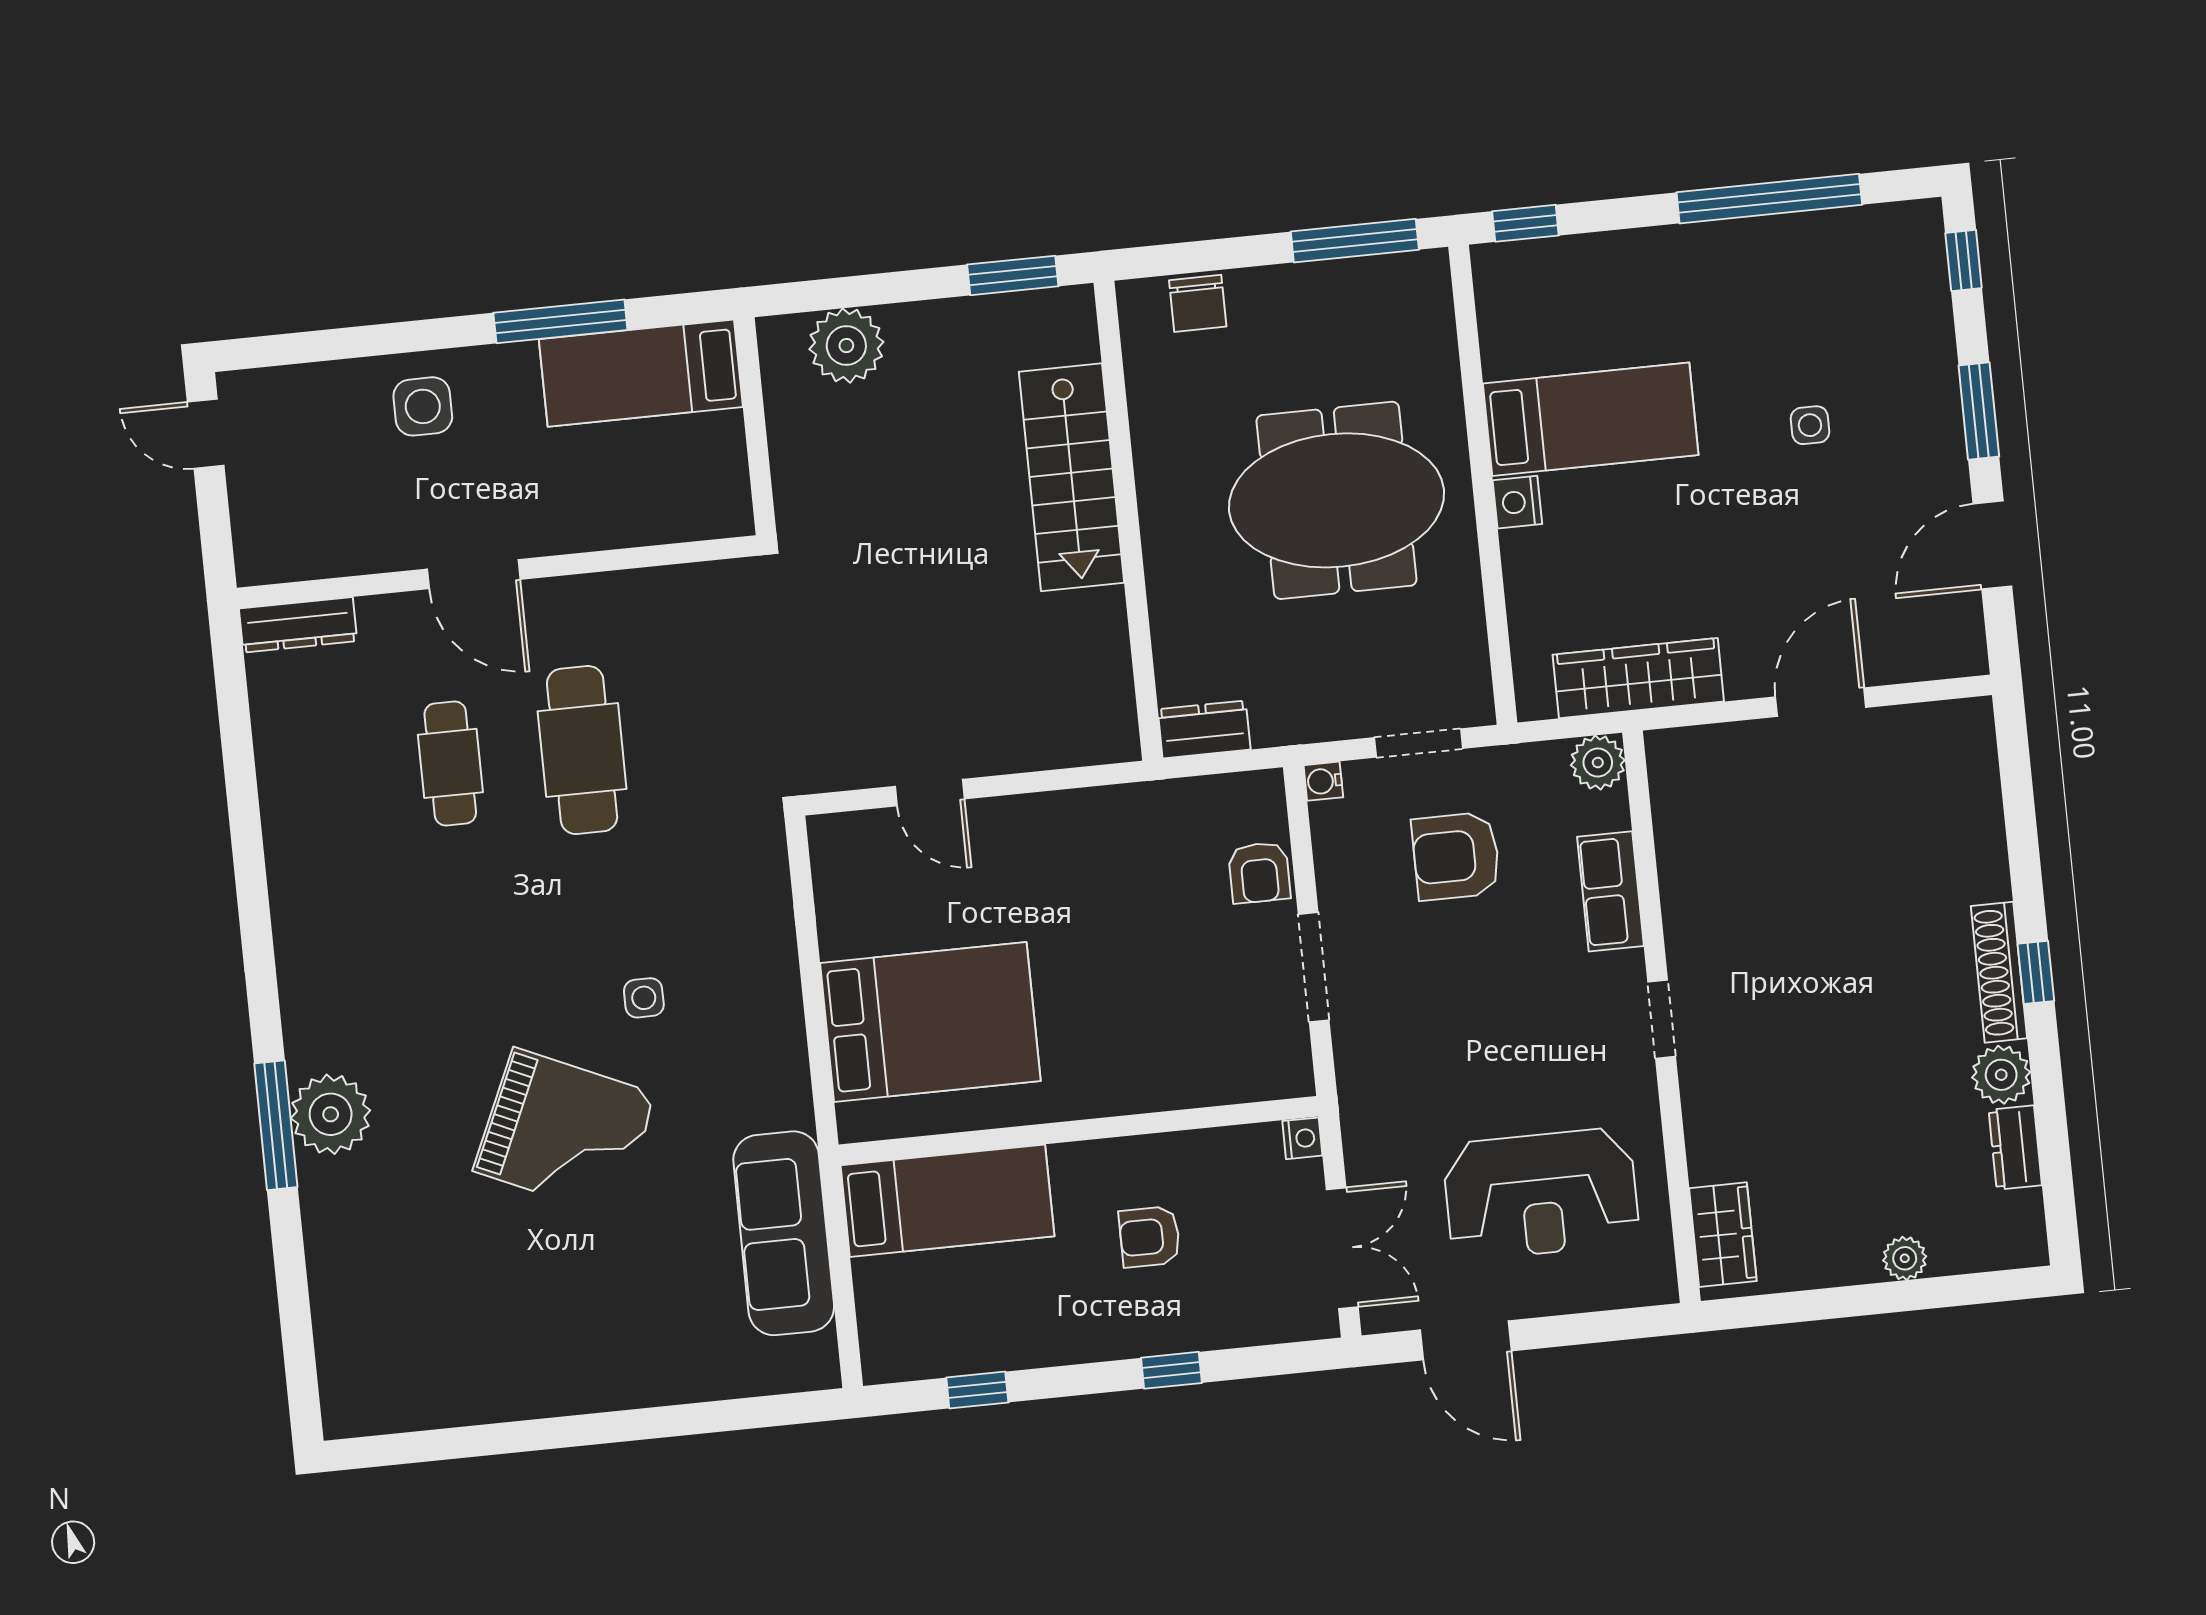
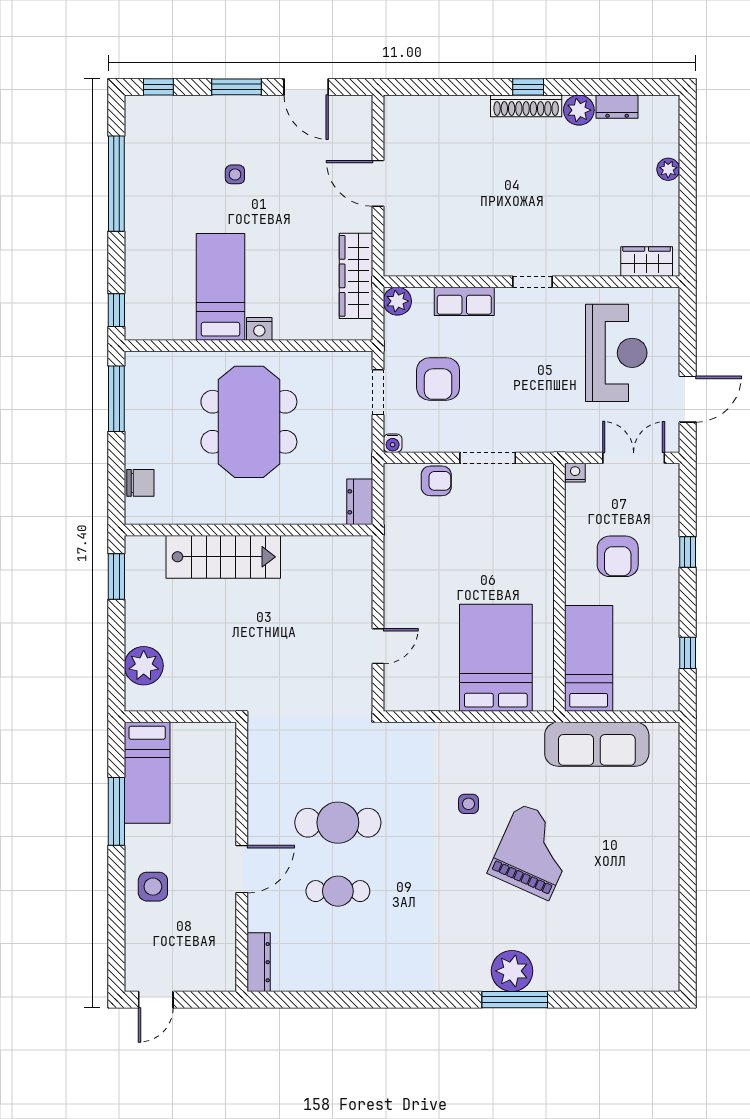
armchair: (1150, 1237) -> (618, 556), width x1.38, depth x1.38

